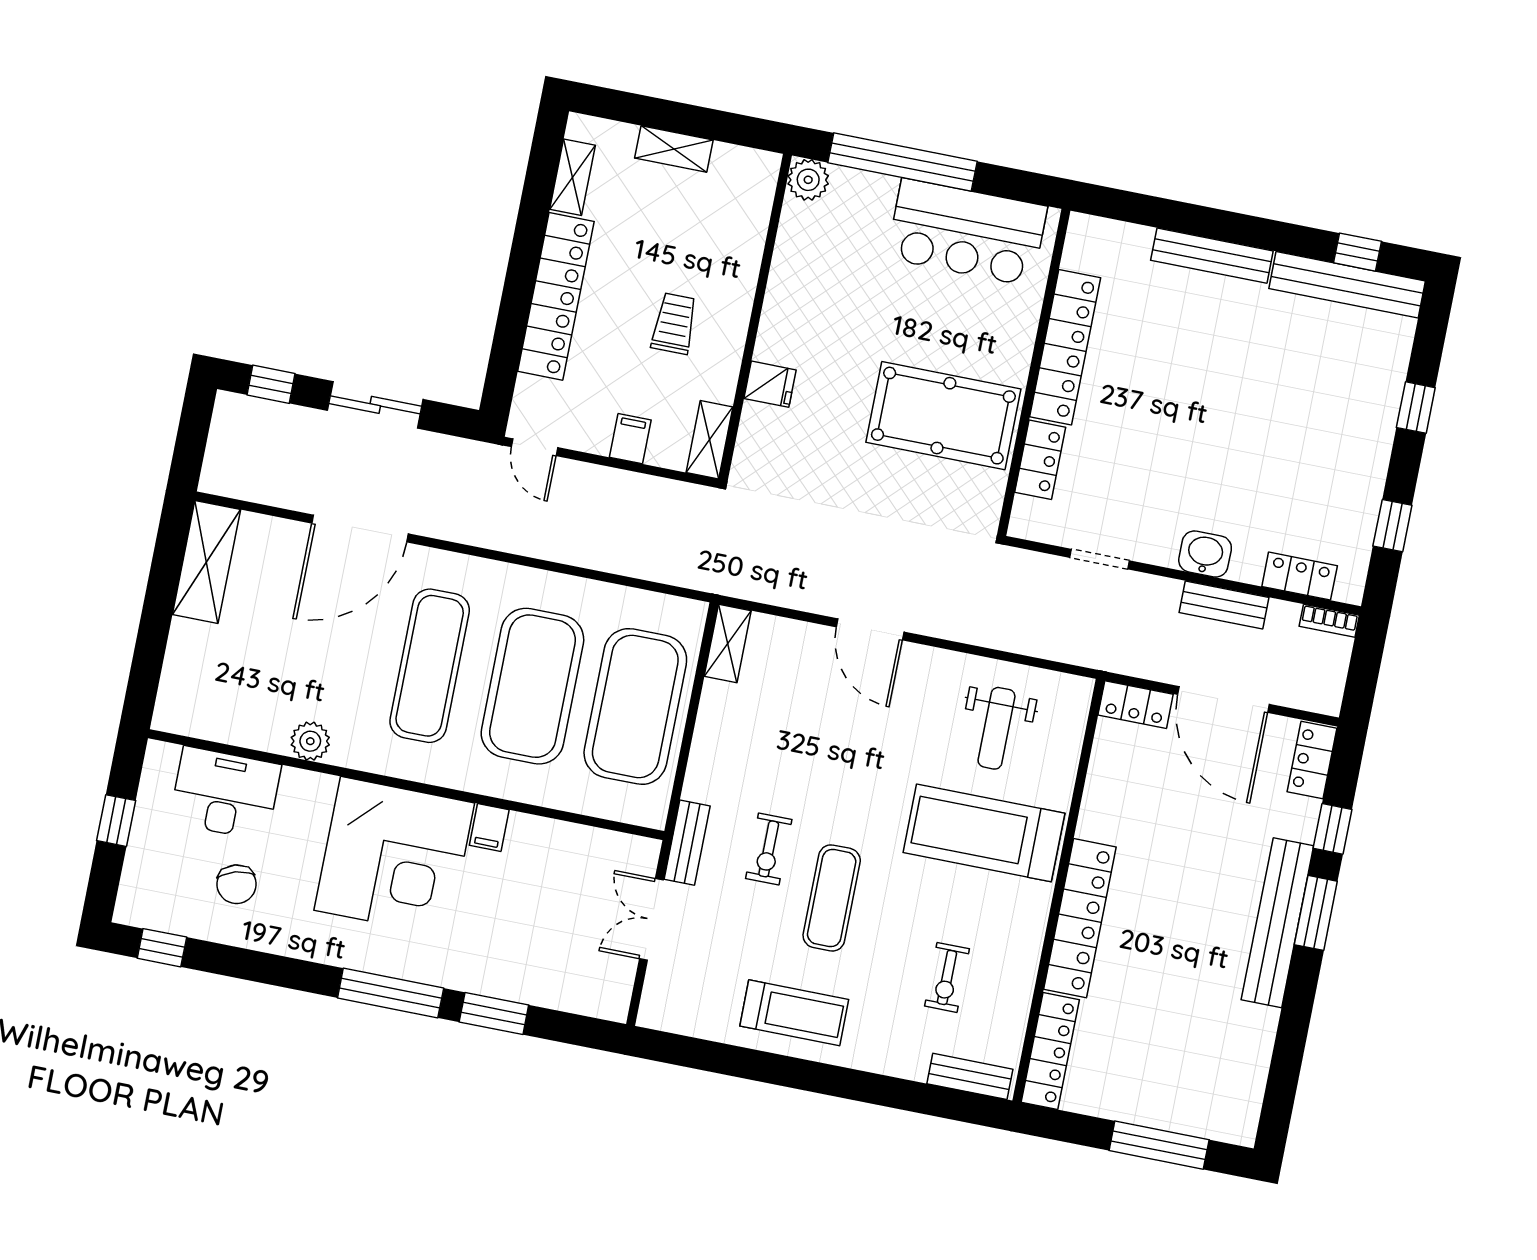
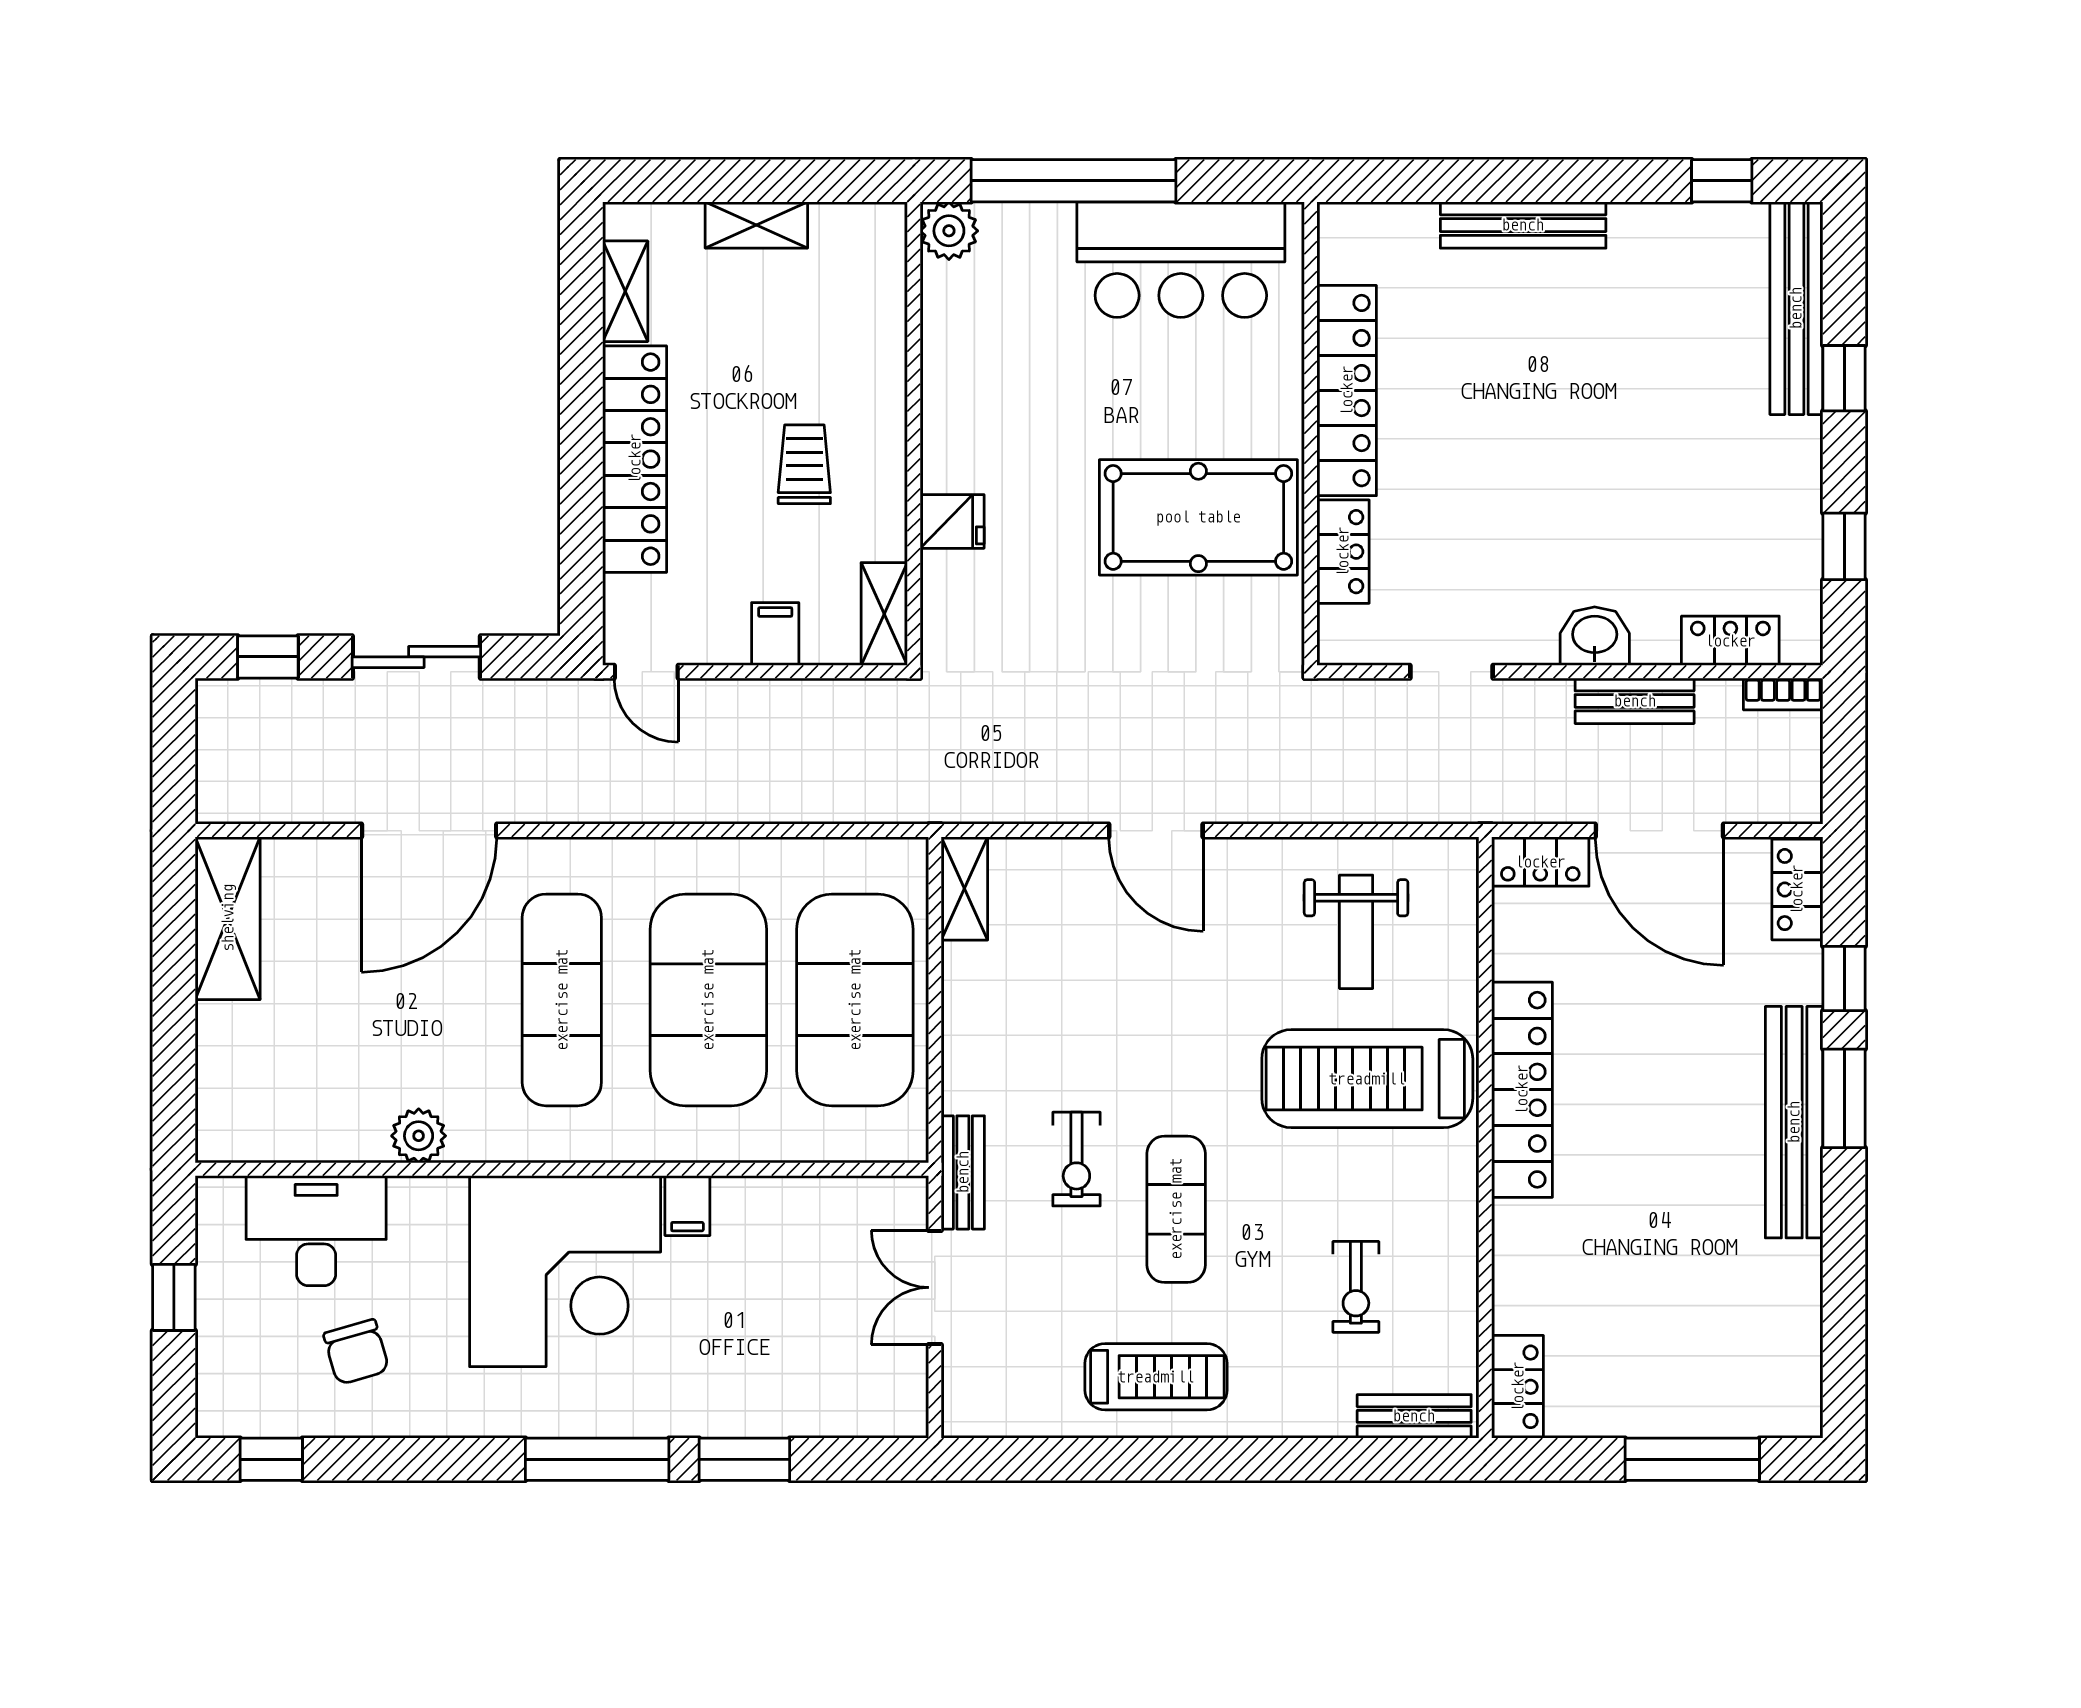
bench: (1347, 285) -> (1796, 308), moved, turned 90
locker: (1080, 918) -> (1522, 1090), moved
locker: (1050, 1051) -> (1518, 1387), width x0.66

